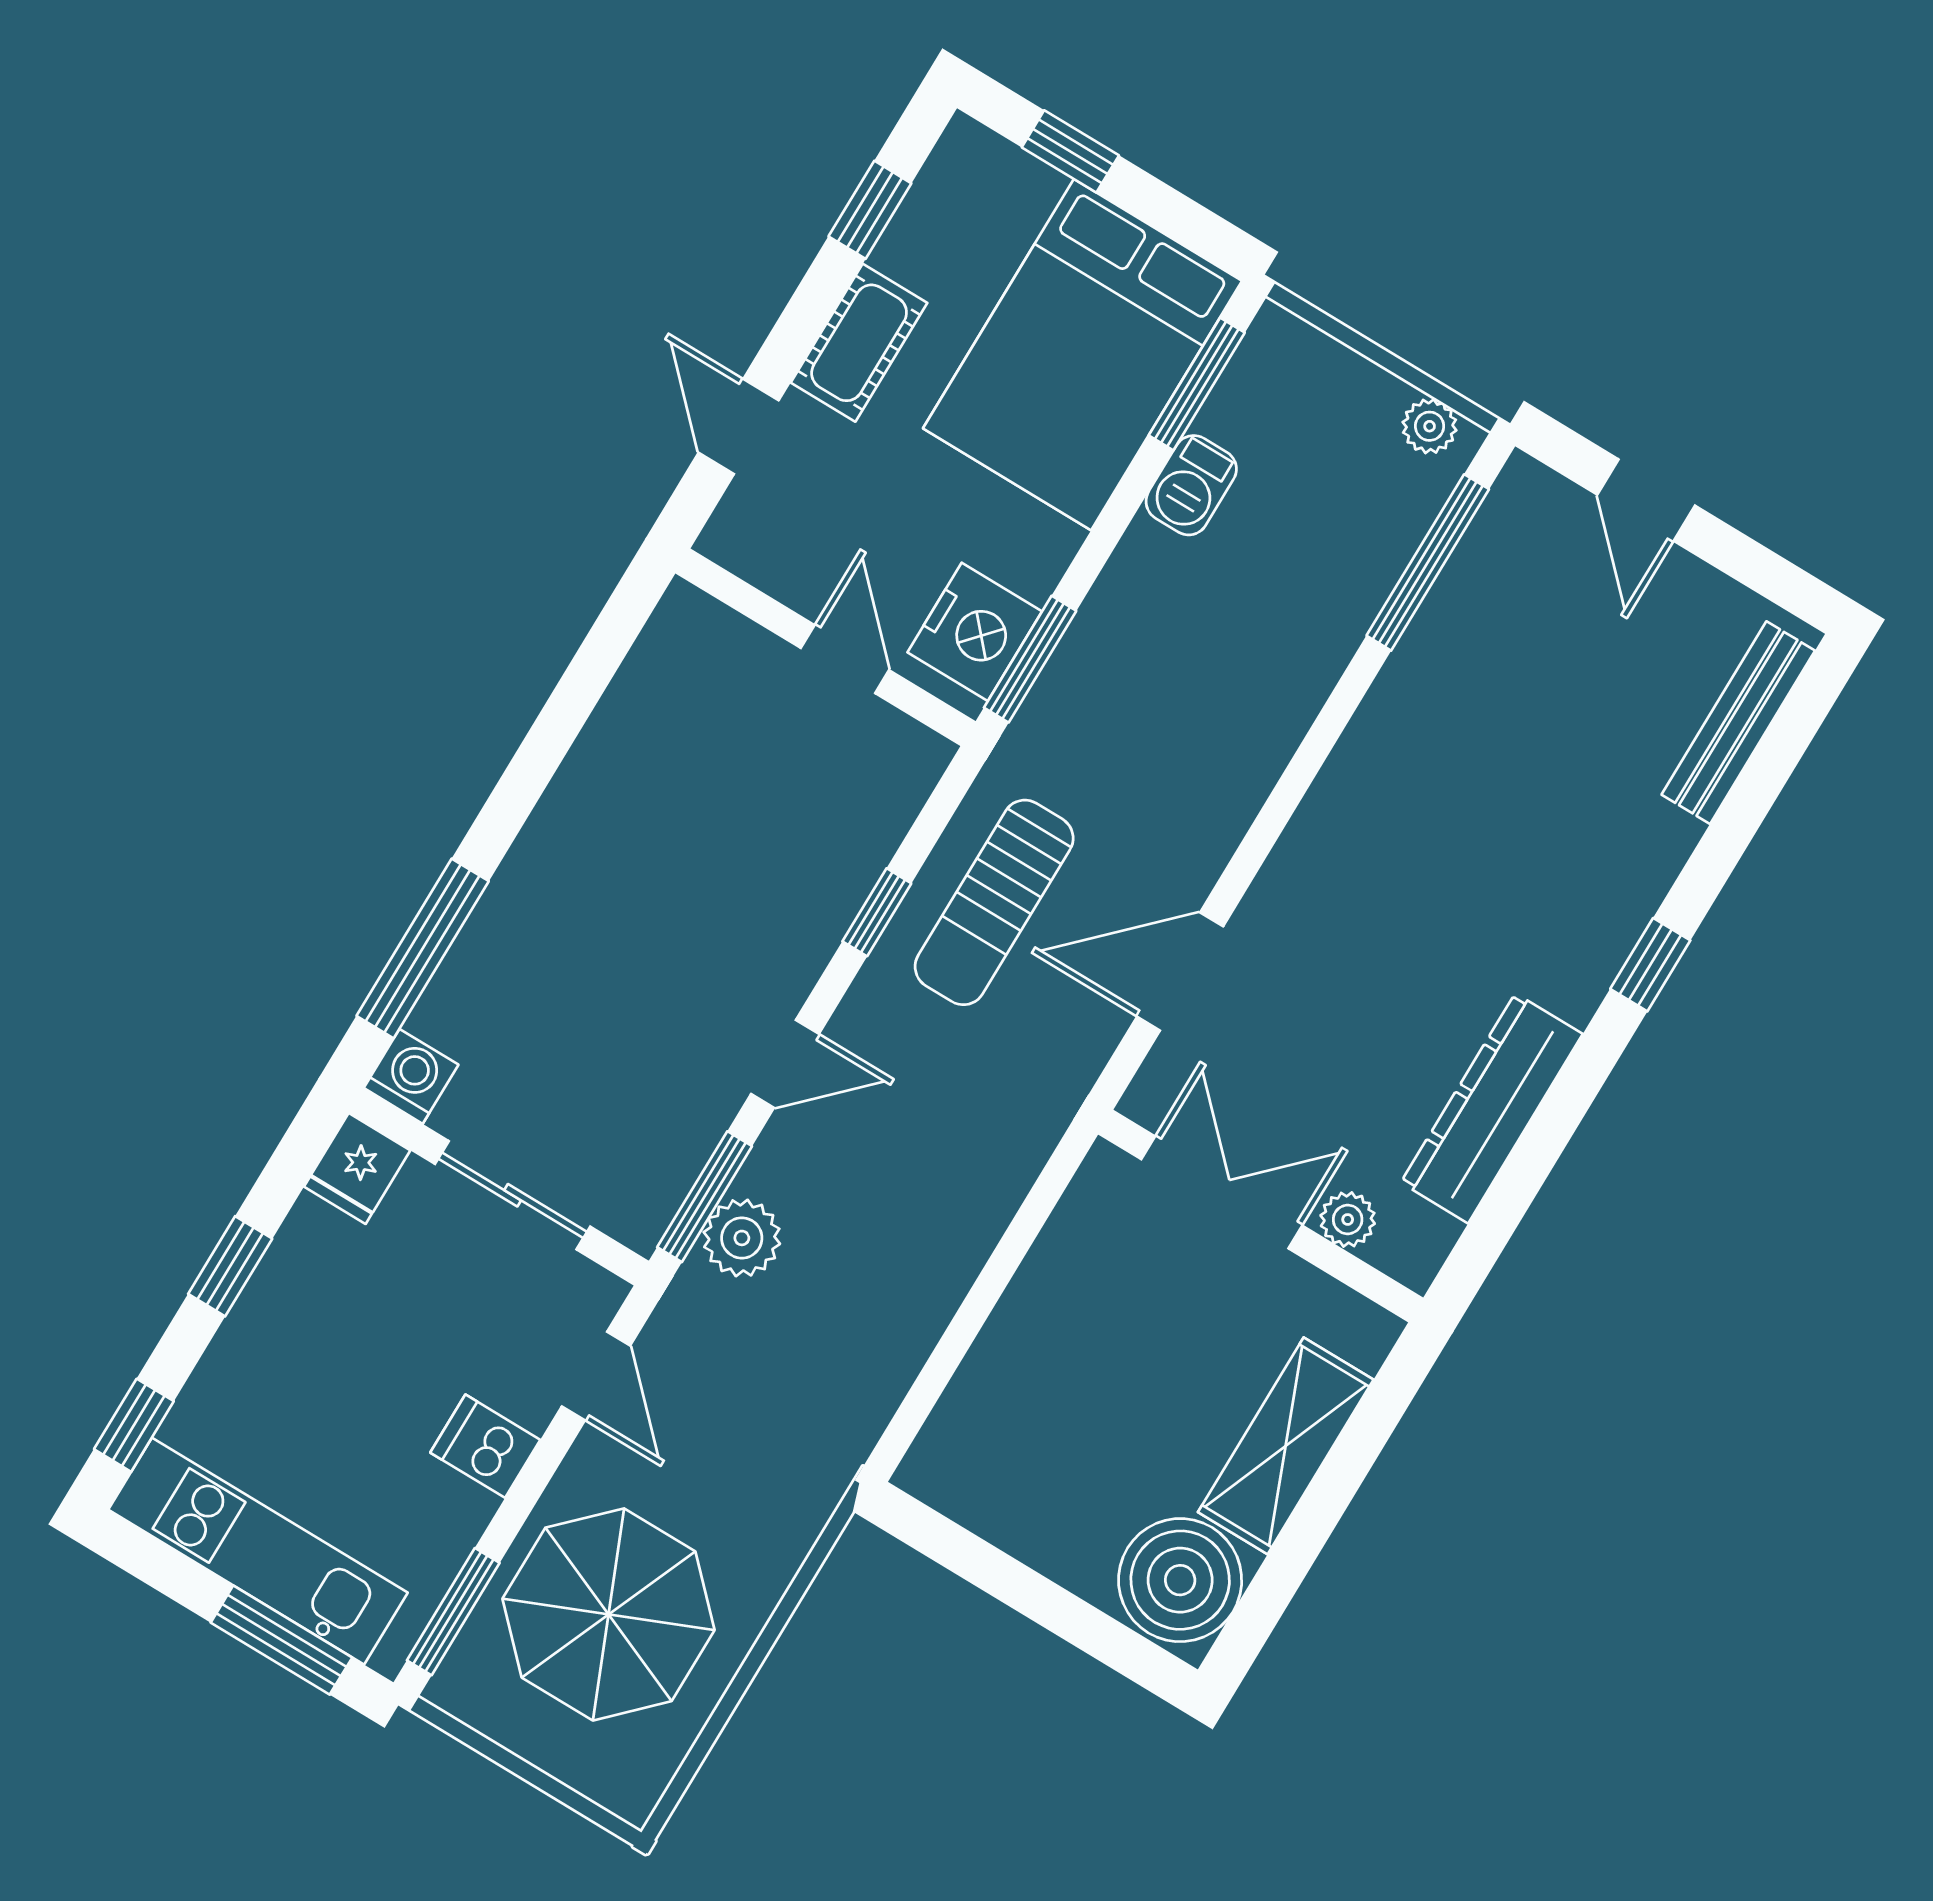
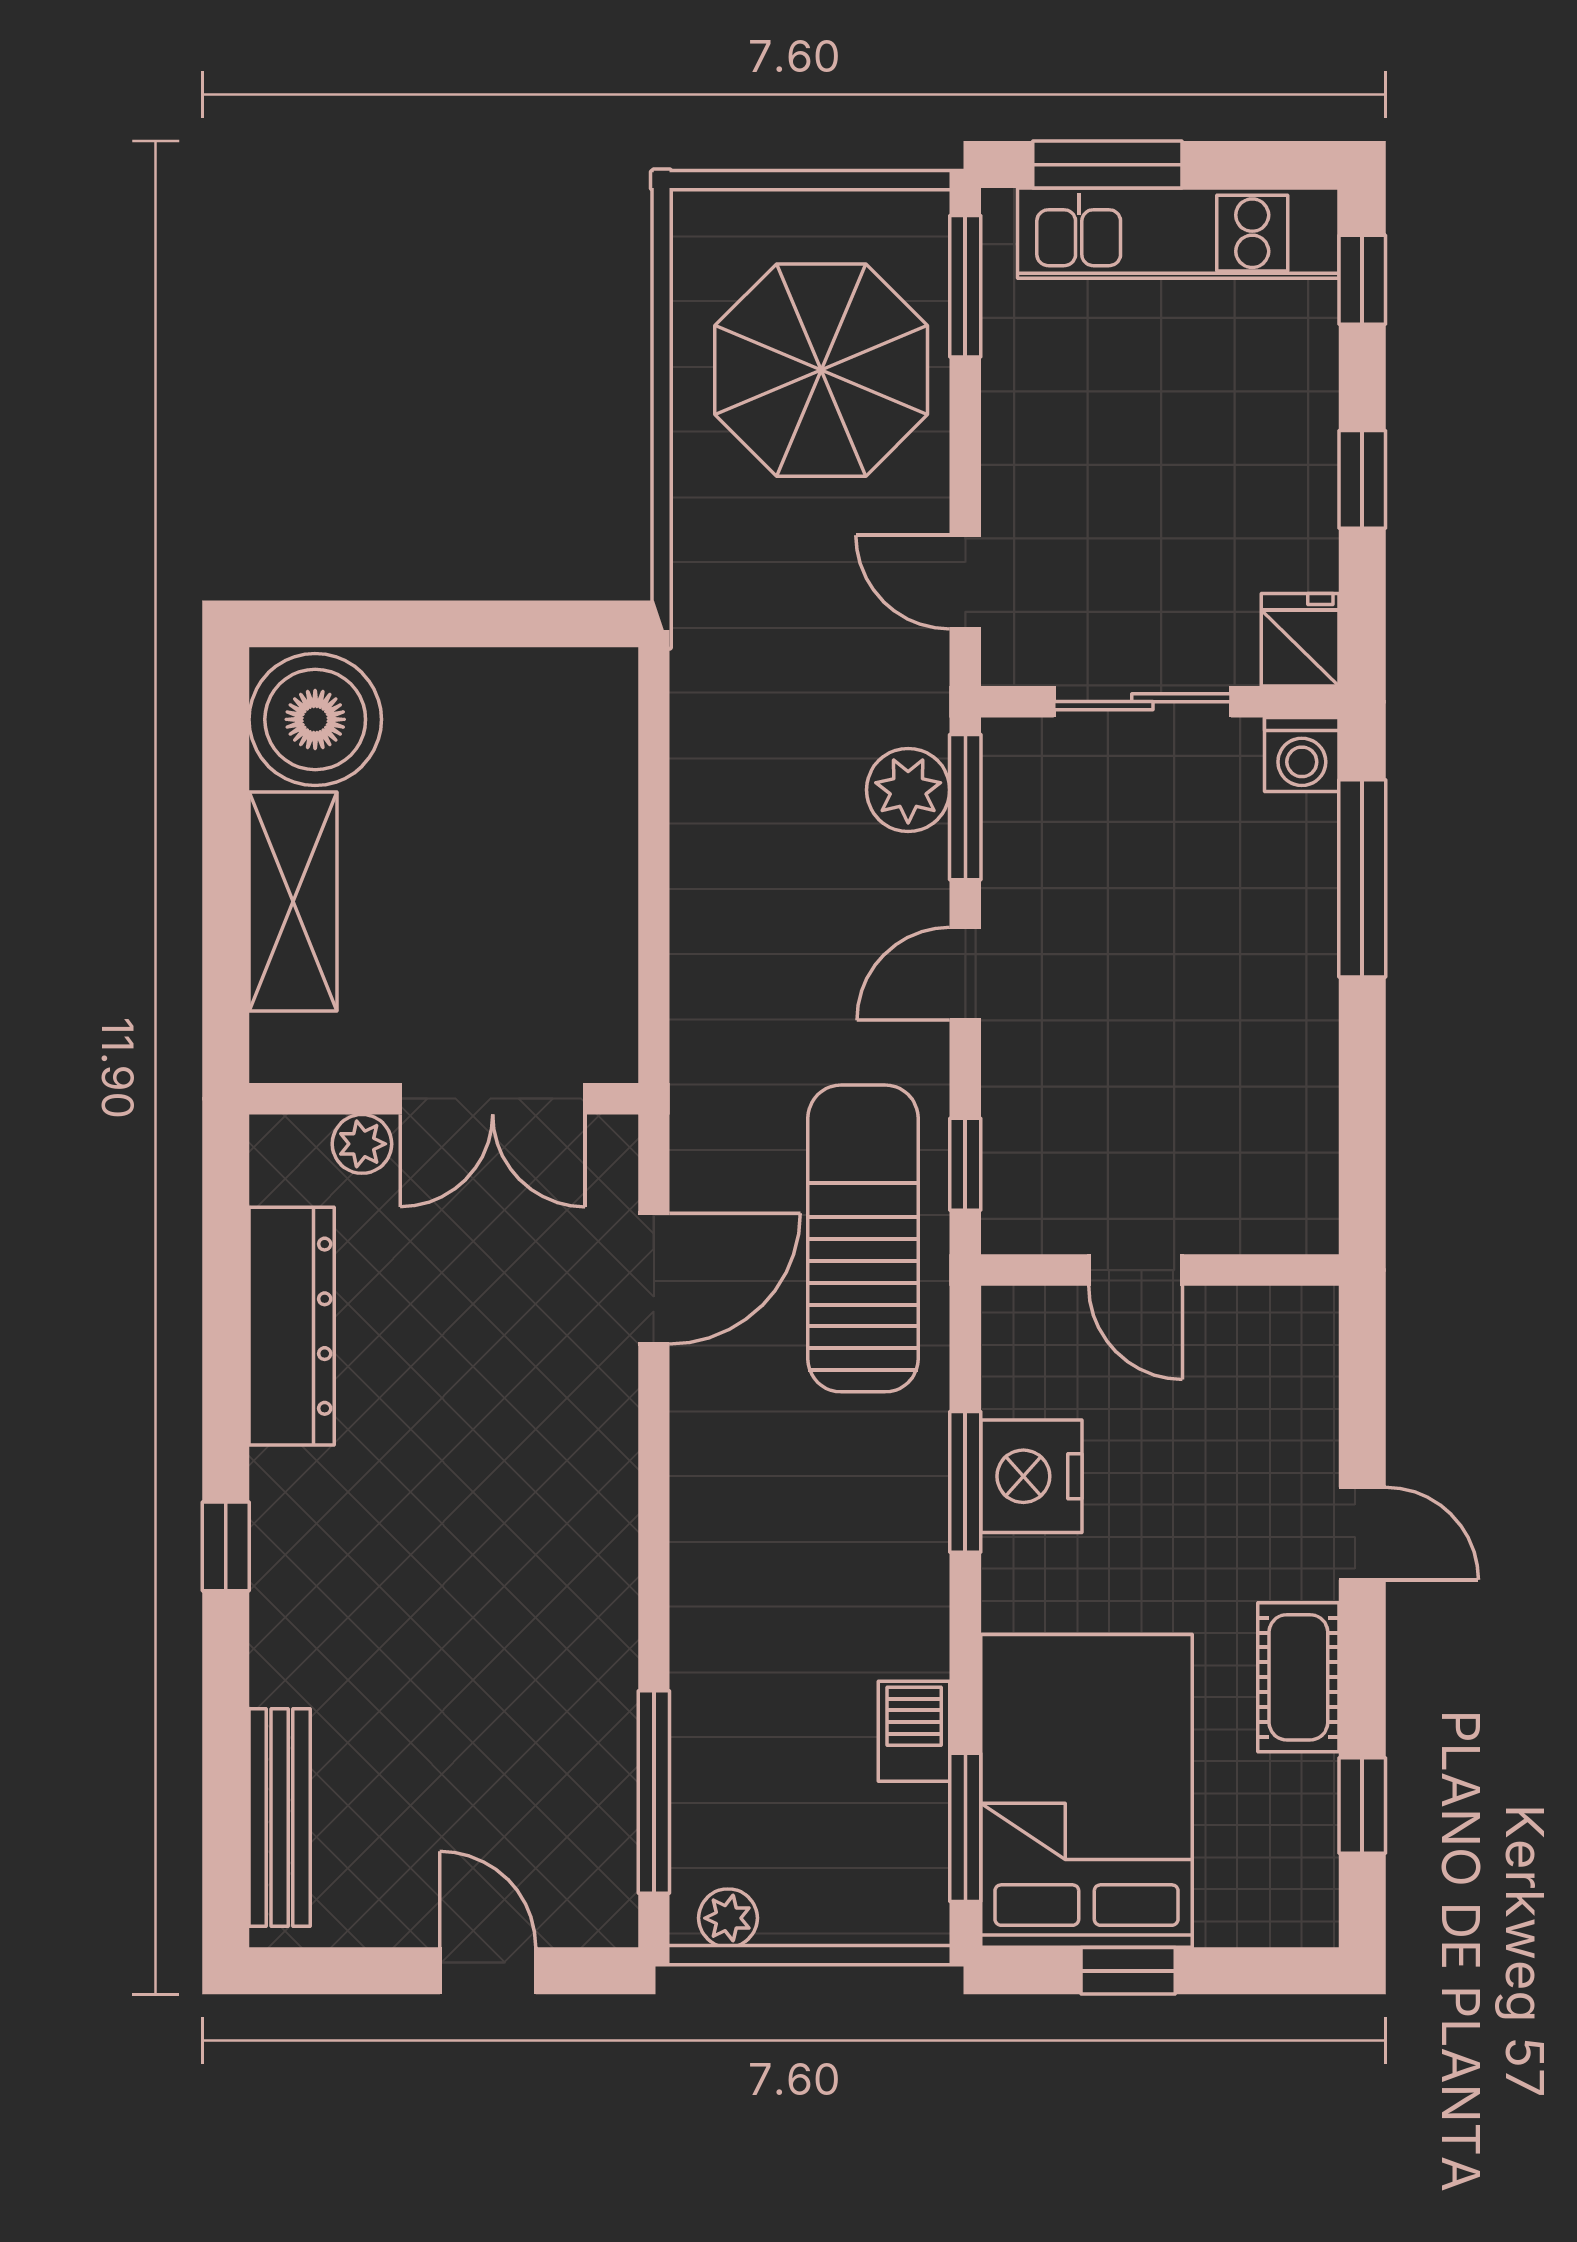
window: (1070, 151) -> (1128, 1971), moved
wall: (825, 647) -> (1160, 1270), moved
door: (845, 659) -> (1135, 1270), moved
sun lounger: (994, 902) -> (863, 1238), width x1.36, depth x1.34
dishwasher: (485, 1446) -> (1028, 456), removed

